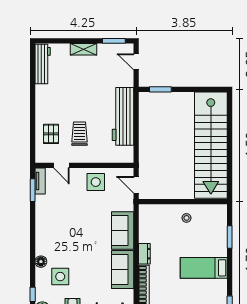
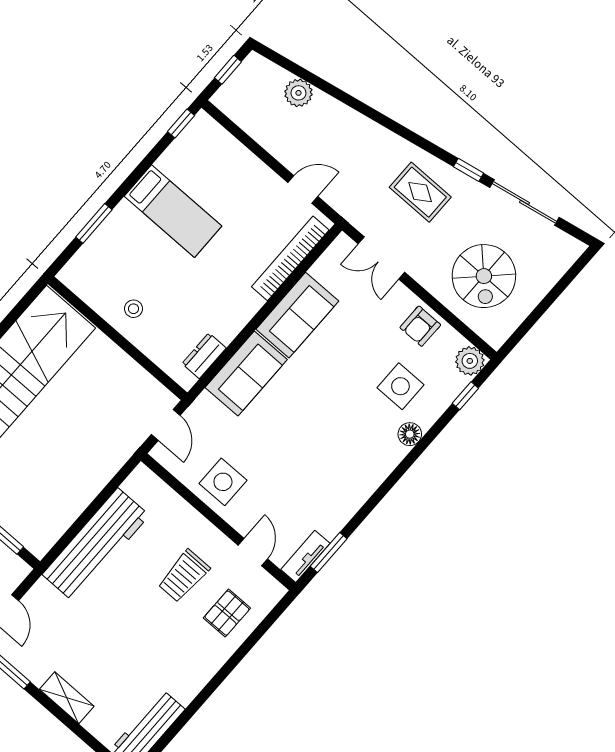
dresser: (144, 254) -> (204, 356), moved

